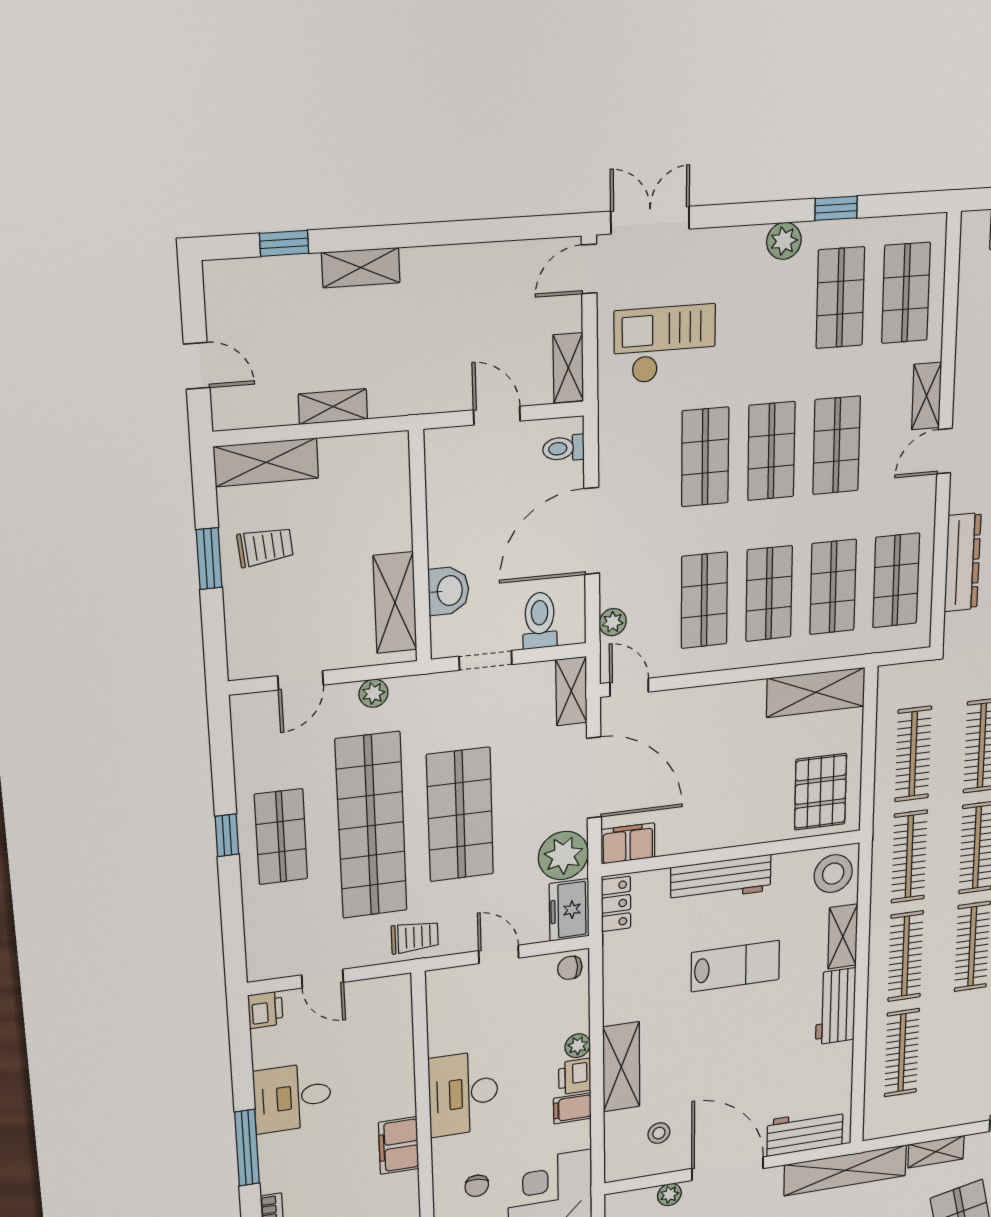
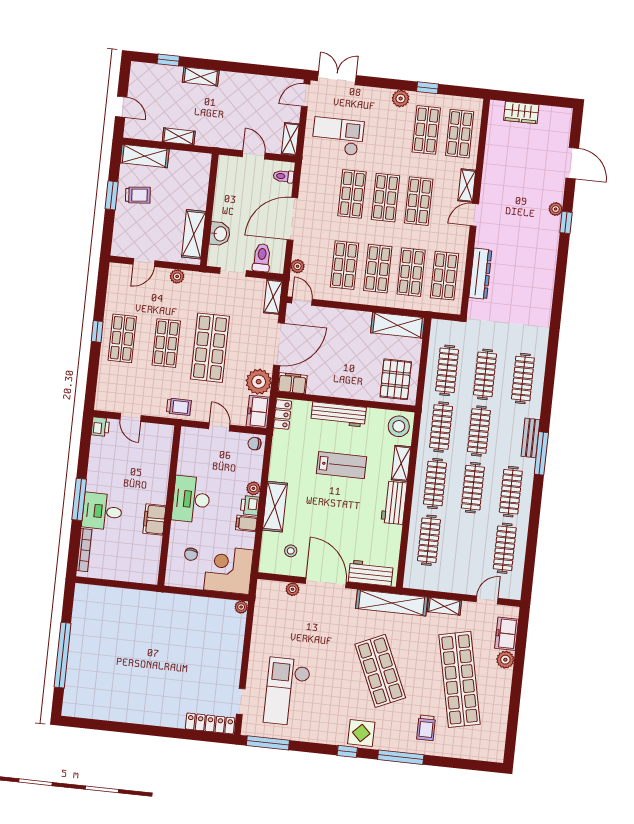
door: (594, 778) -> (279, 344), hinge flipped
shop shelf: (371, 826) -> (166, 343), width x0.50, depth x0.74
desk: (292, 1097) -> (102, 511), moved

